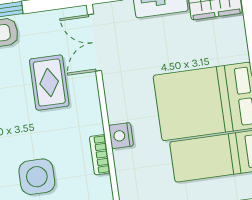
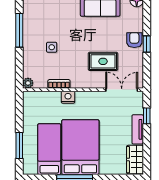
side table: (37, 177) -> (52, 47), width x0.54, depth x0.54

